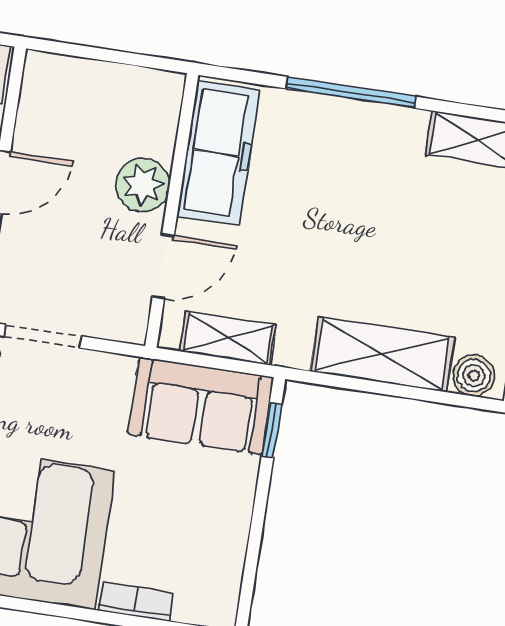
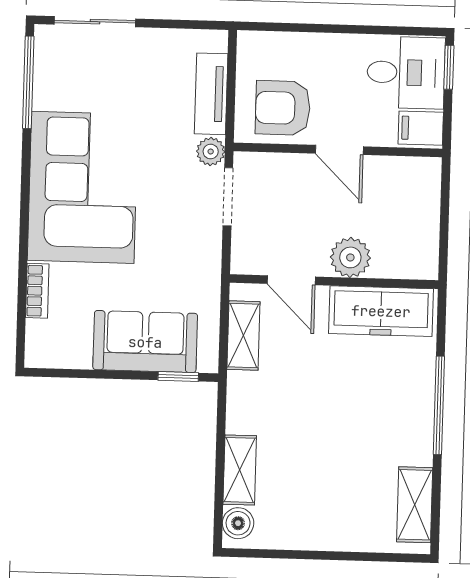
shelving: (383, 354) -> (240, 470), width x0.67, depth x0.75
sofa: (201, 406) -> (145, 342), moved, turned 90

